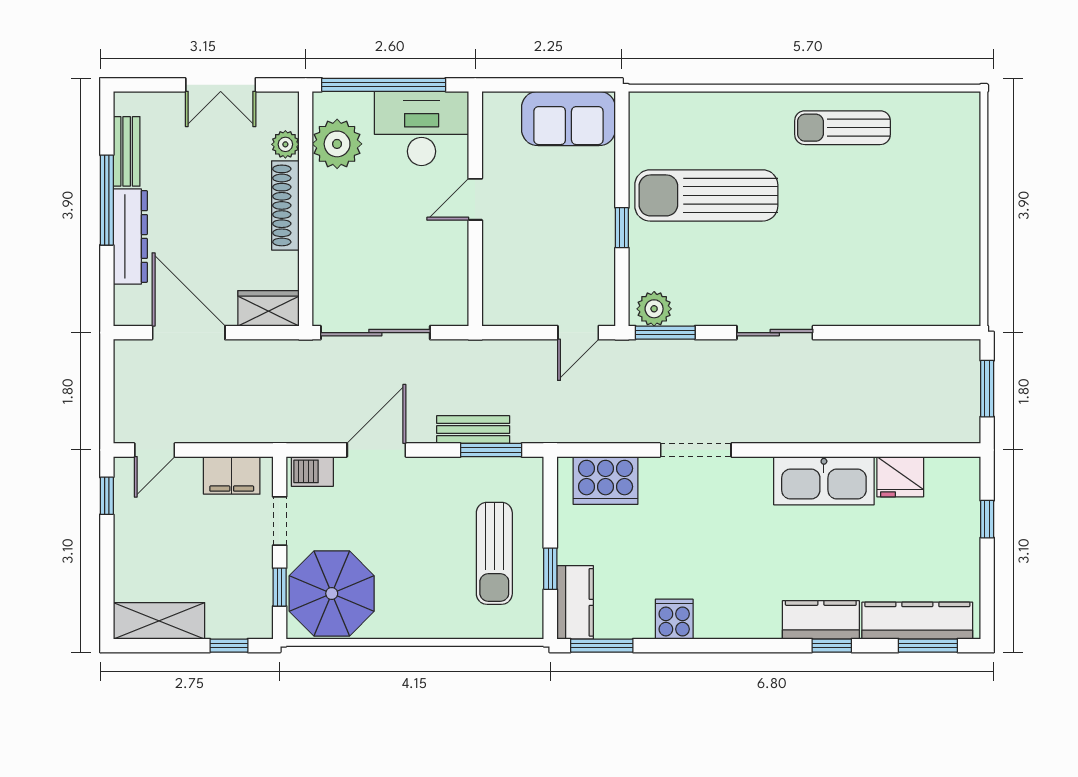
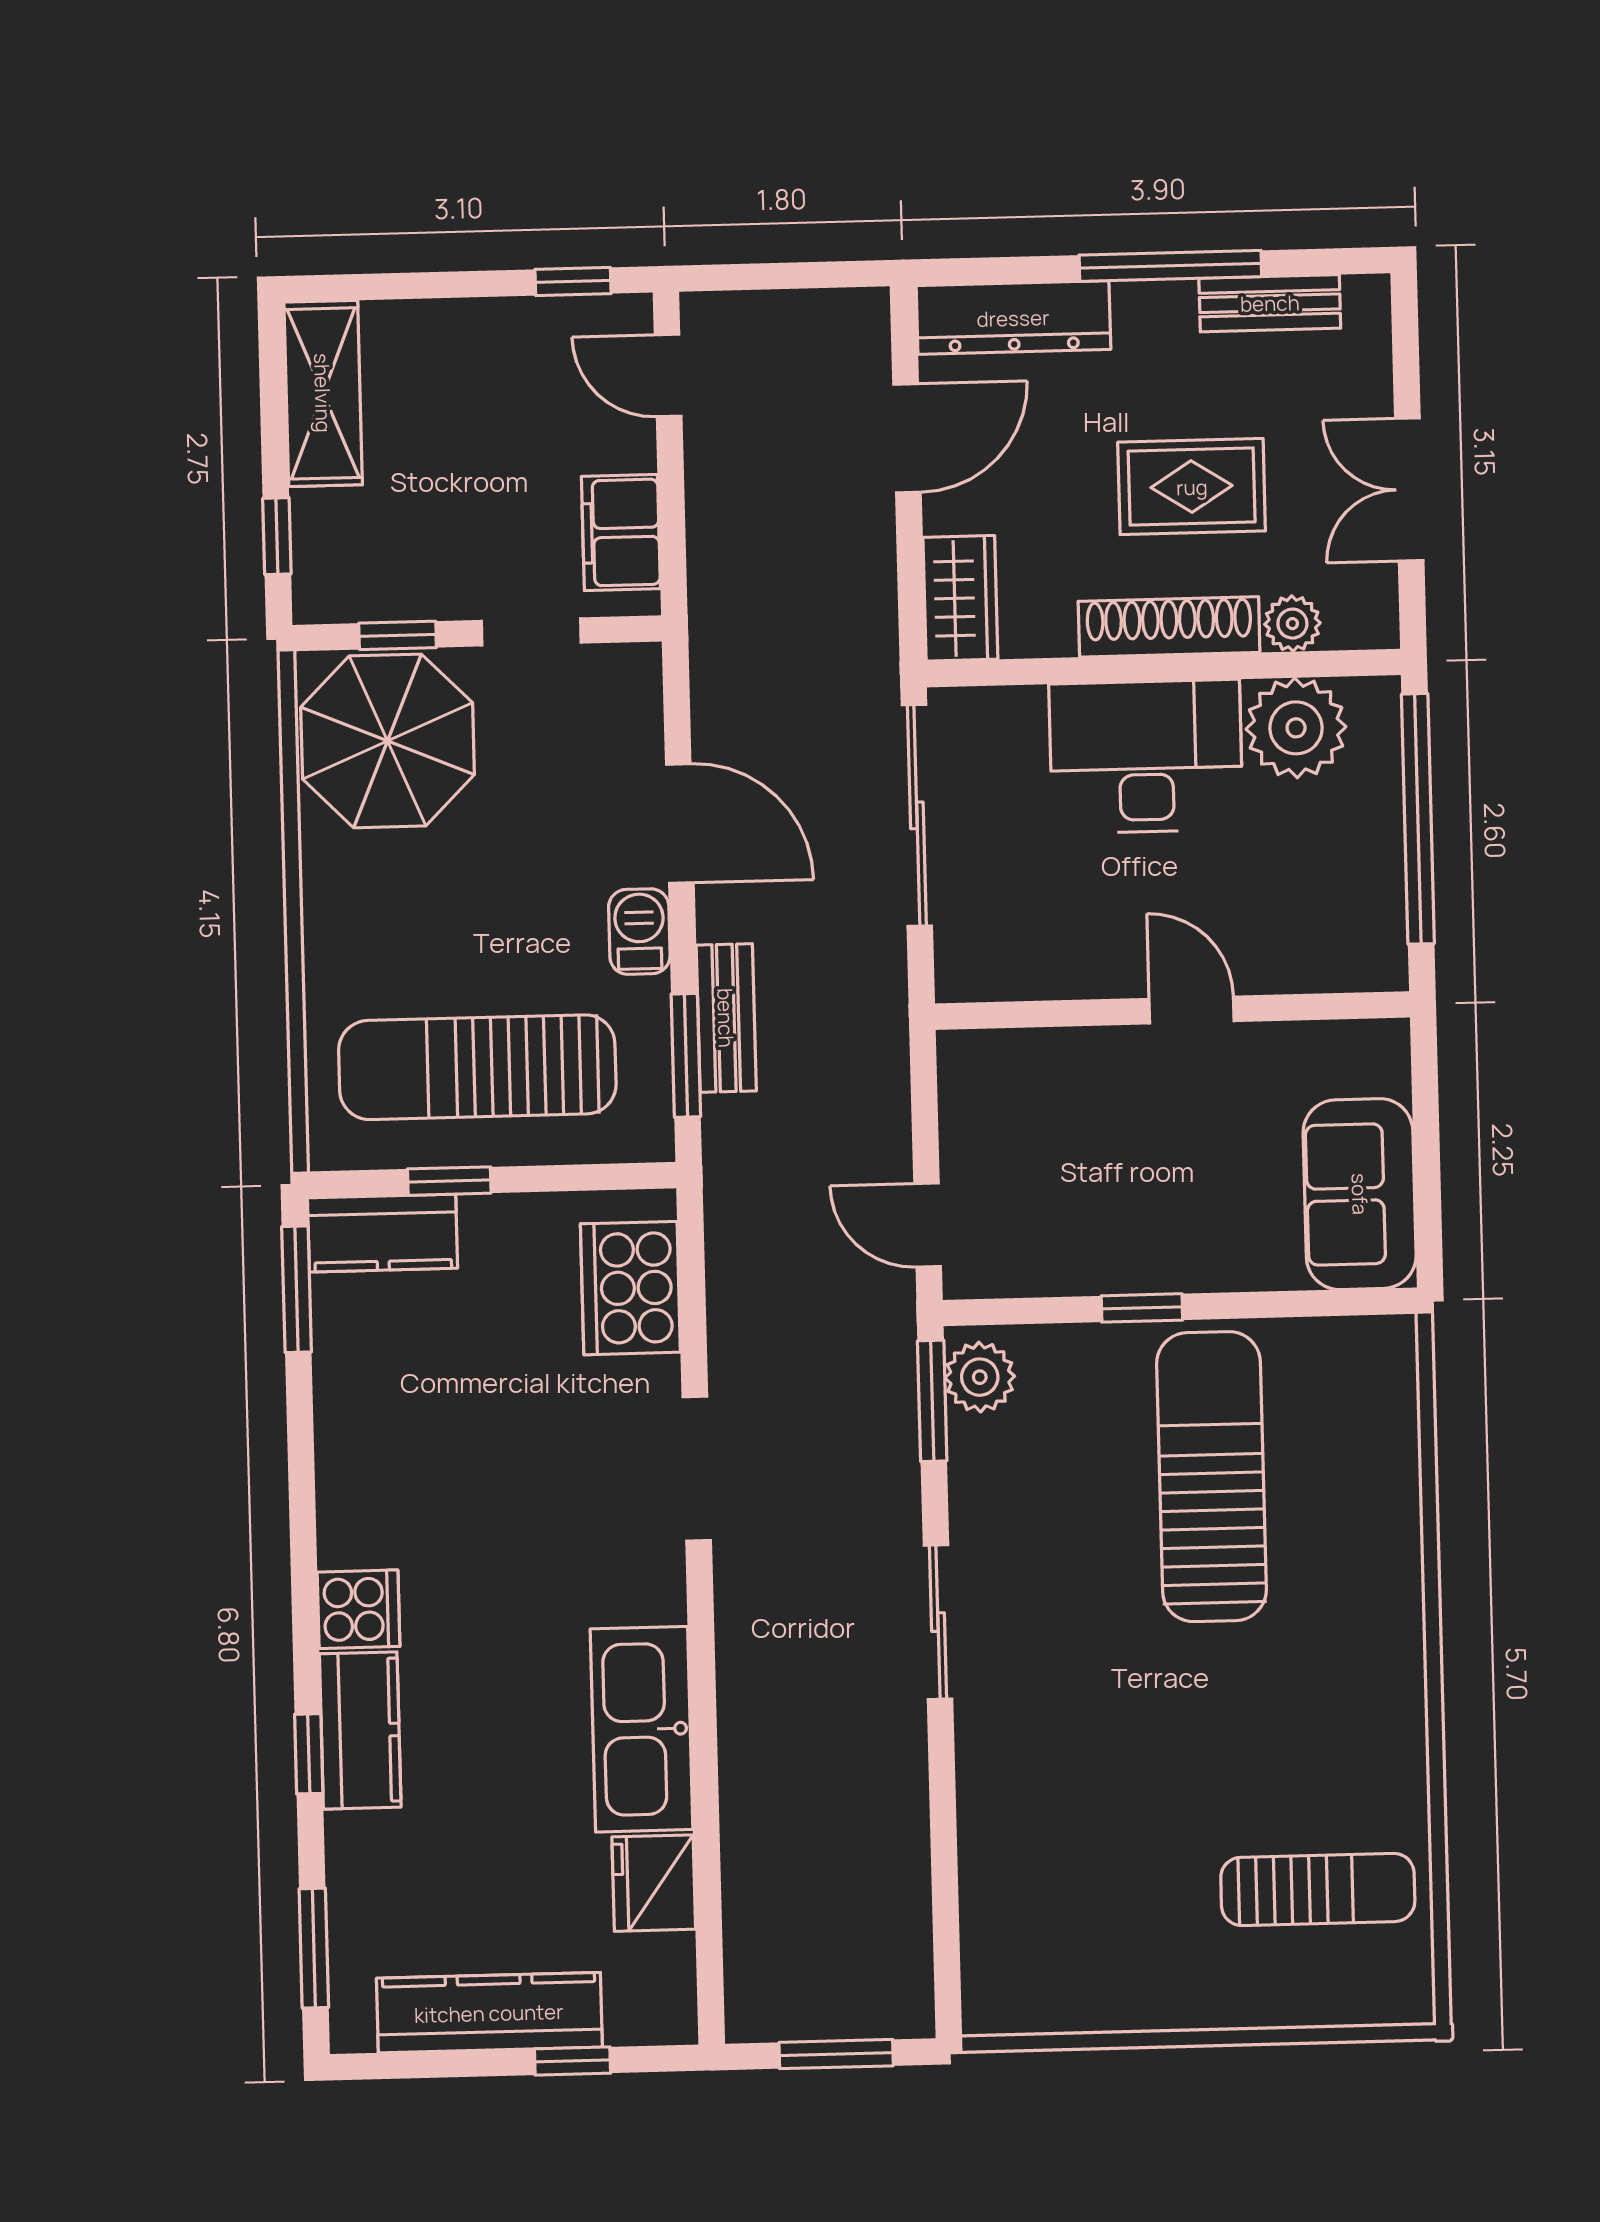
desk: (422, 128) -> (1146, 757), moved, turned -90
sun lounger: (842, 128) -> (1318, 1889), moved, turned 90
rug: (216, 192) -> (1192, 487), added
dresser: (130, 236) -> (1013, 318), moved
door: (189, 333) -> (907, 438), width x0.73
barbecue: (312, 471) -> (639, 932), moved
sun lounger: (494, 553) -> (477, 1067), width x1.36, depth x1.34
cooker: (674, 619) -> (358, 1609), moved
kitchen counter: (917, 621) -> (489, 2013), moved, turned -90

